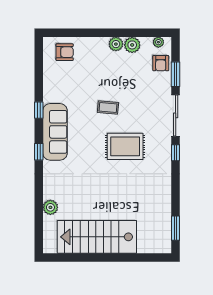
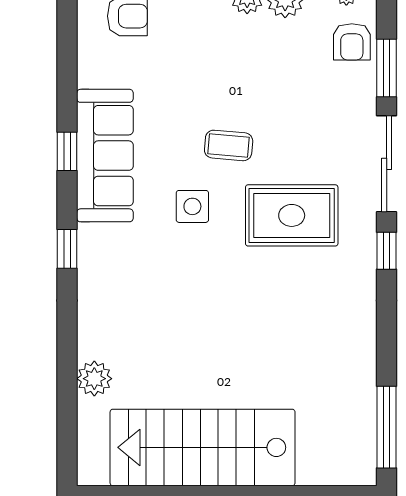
sofa: (55, 132) -> (105, 156), moved
side table: (92, 134) -> (192, 206), added
rug: (125, 146) -> (292, 215), moved
window: (176, 228) -> (387, 427), width x1.44

